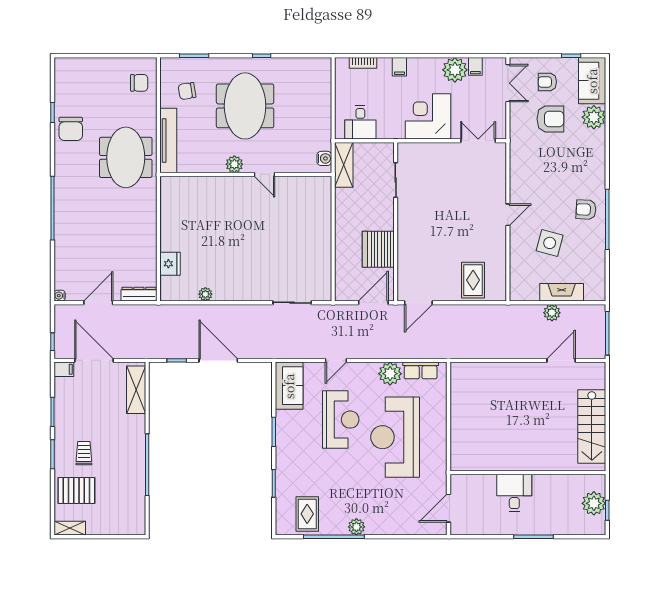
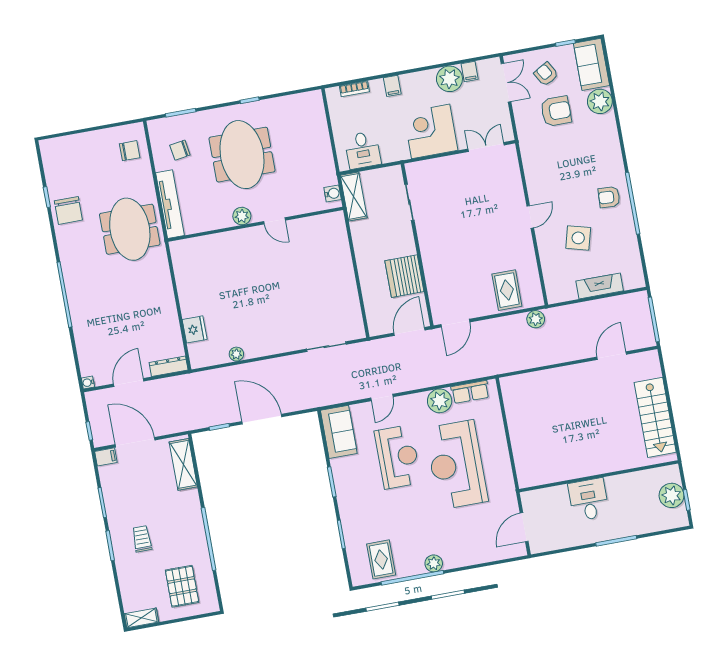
armchair: (547, 82) -> (546, 74), turned 60
plant: (552, 313) -> (536, 319), moved
pallet: (76, 490) -> (182, 586), moved, turned 90

